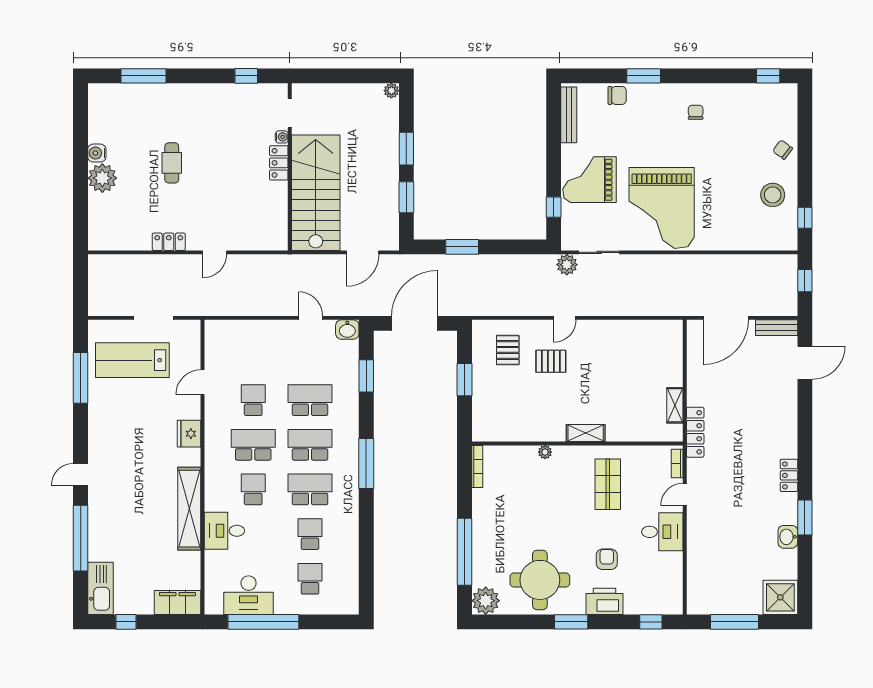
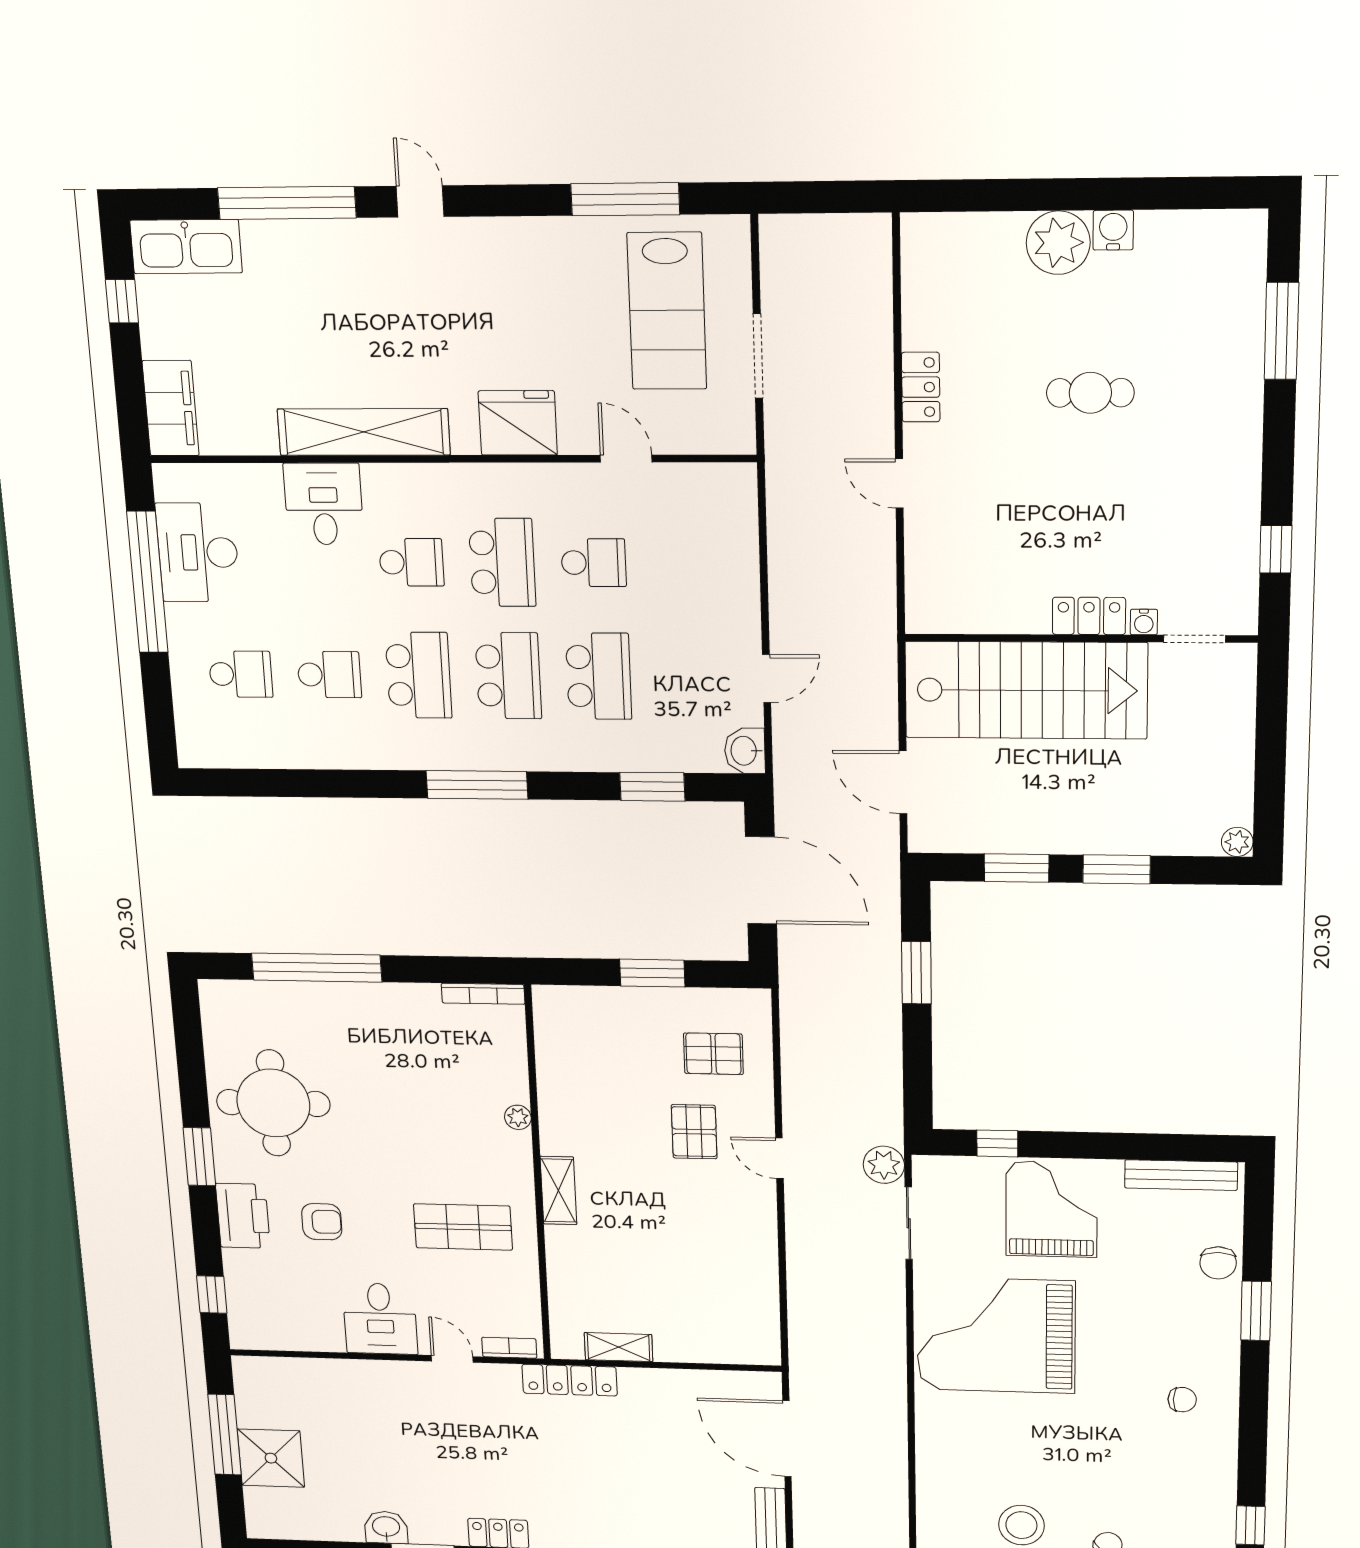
lab bench: (132, 360) -> (667, 311), turned 180
fridge: (189, 434) -> (518, 423), width x1.36, depth x1.34
shower: (780, 597) -> (271, 1458), moved
plant: (486, 601) -> (226, 1005), removed

